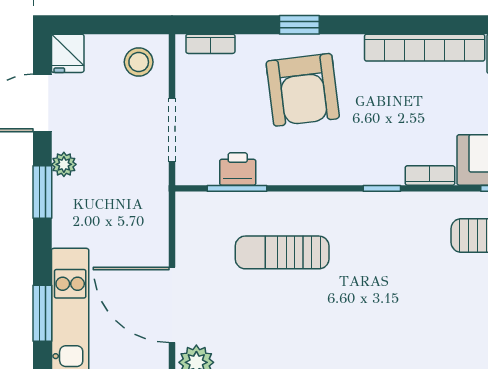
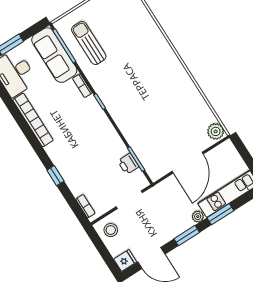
armchair: (303, 90) -> (80, 158), removed
plant: (64, 164) -> (198, 217), moved
sun lounger: (282, 252) -> (150, 125), removed
door: (172, 305) -> (188, 163), moved
window: (42, 313) -> (220, 214), moved

